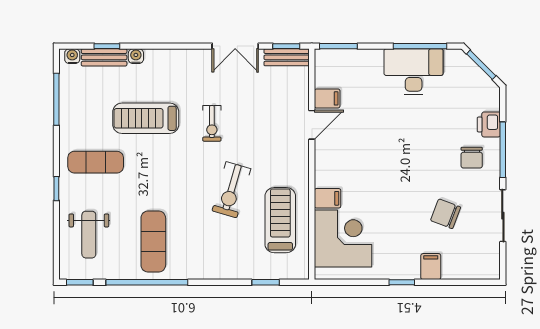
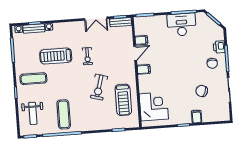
filing cabinet: (328, 198) -> (144, 69), moved
treadmill: (280, 220) -> (123, 100), turned 180

